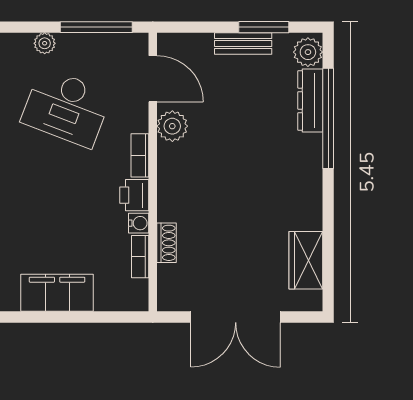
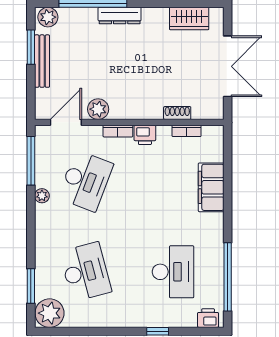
bench: (243, 43) -> (42, 61), width x1.36
dresser: (310, 100) -> (120, 16), moved
water cooler: (139, 223) -> (164, 132), removed

